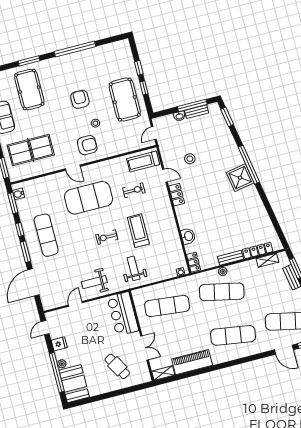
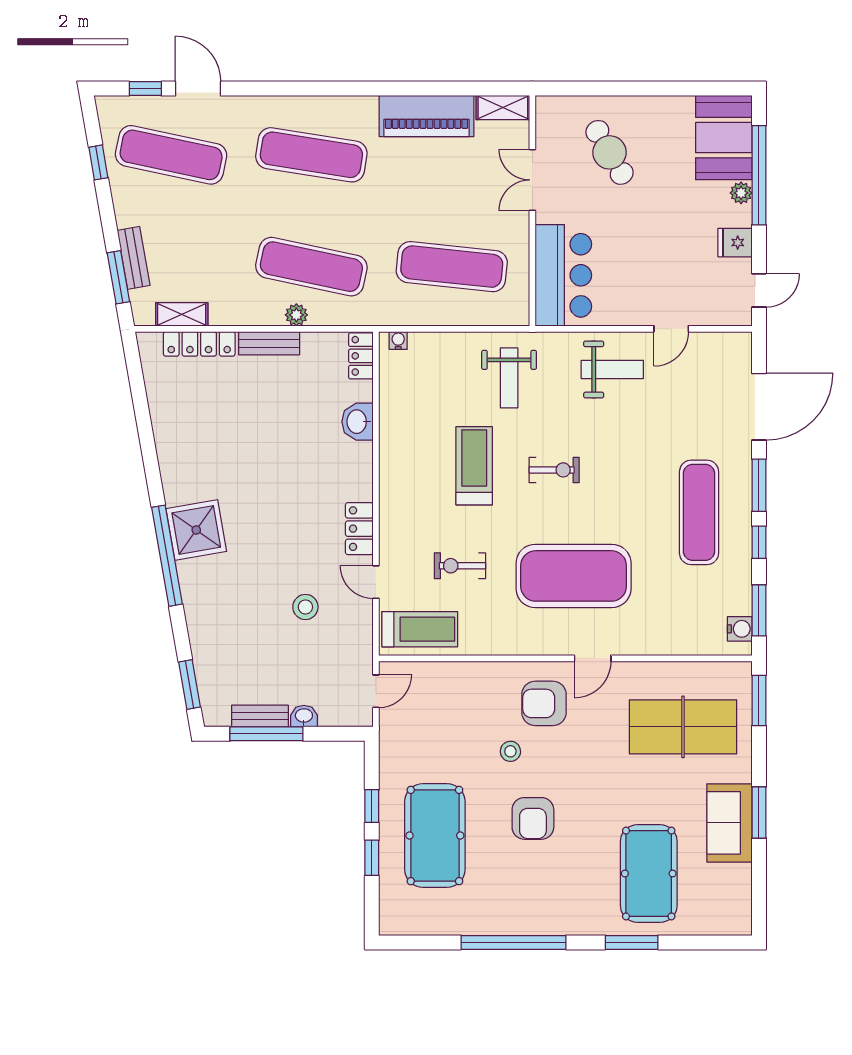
pool table: (125, 100) -> (435, 836), moved
door: (73, 168) -> (593, 658), swing flipped
treadmill: (138, 231) -> (474, 466), turned 180

